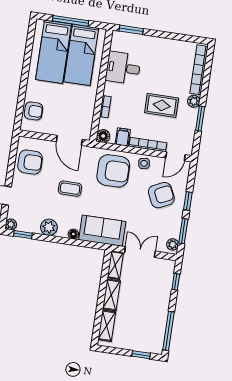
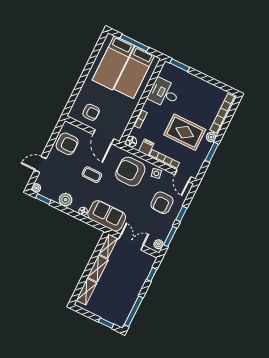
rug: (162, 105) -> (185, 132), width x1.36, depth x1.43
armchair: (33, 111) -> (91, 112), moved
door: (175, 156) -> (183, 176), hinge flipped
armchair: (113, 171) -> (130, 172), turned 180
armchair: (161, 195) -> (162, 203), turned 115

